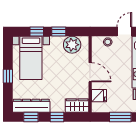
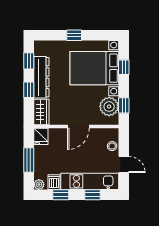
window: (59, 31) -> (124, 105), moved
bed with nightstands: (31, 58) -> (94, 68), width x1.36
fridge: (99, 96) -> (41, 136), moved
dresser: (31, 106) -> (41, 77), moved

